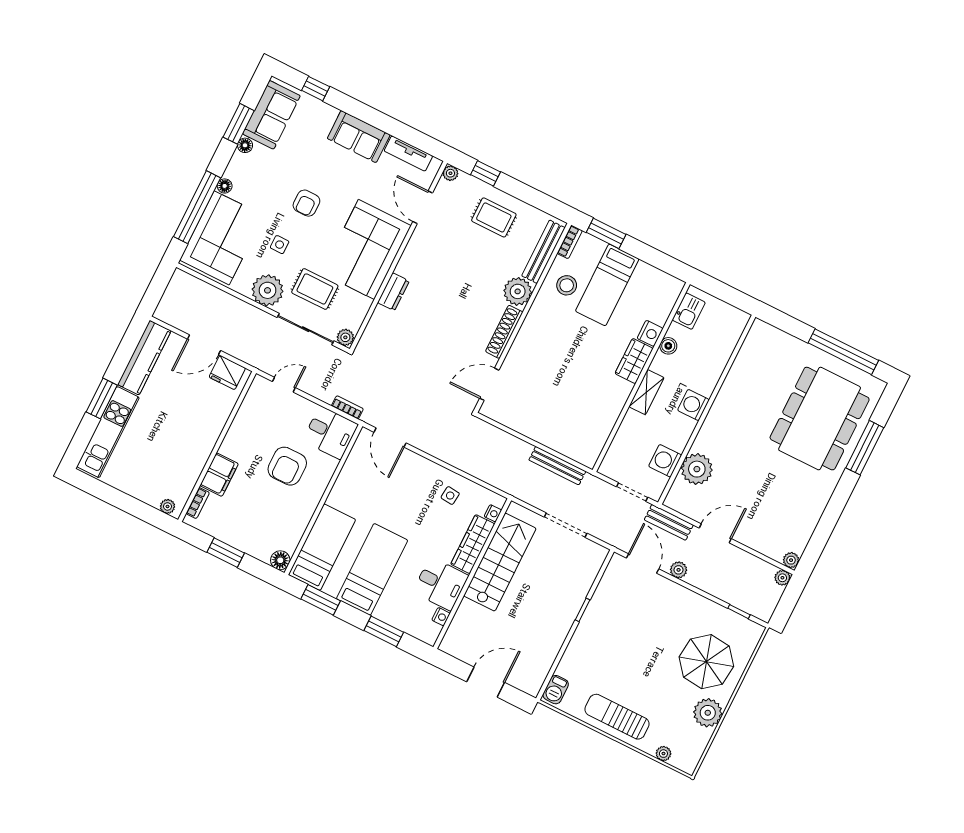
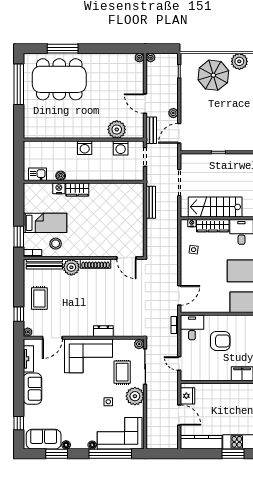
armchair: (306, 203) -> (80, 399), removed
shelving: (646, 392) -> (90, 175), removed

